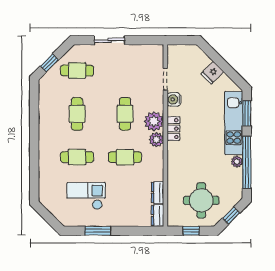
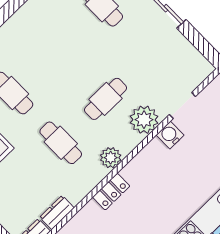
cafe table: (77, 114) -> (57, 49), removed
plant: (154, 121) -> (144, 120), moved
locker: (173, 129) -> (111, 192), moved

